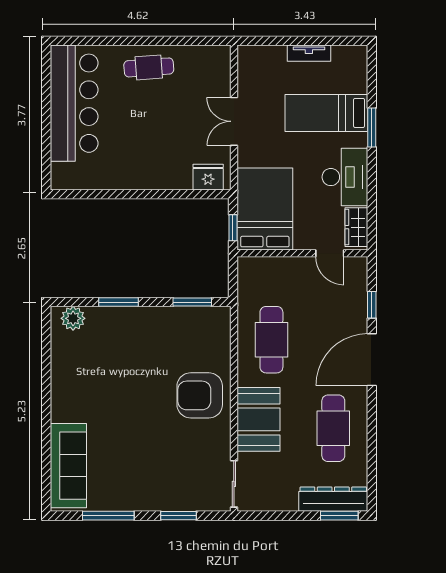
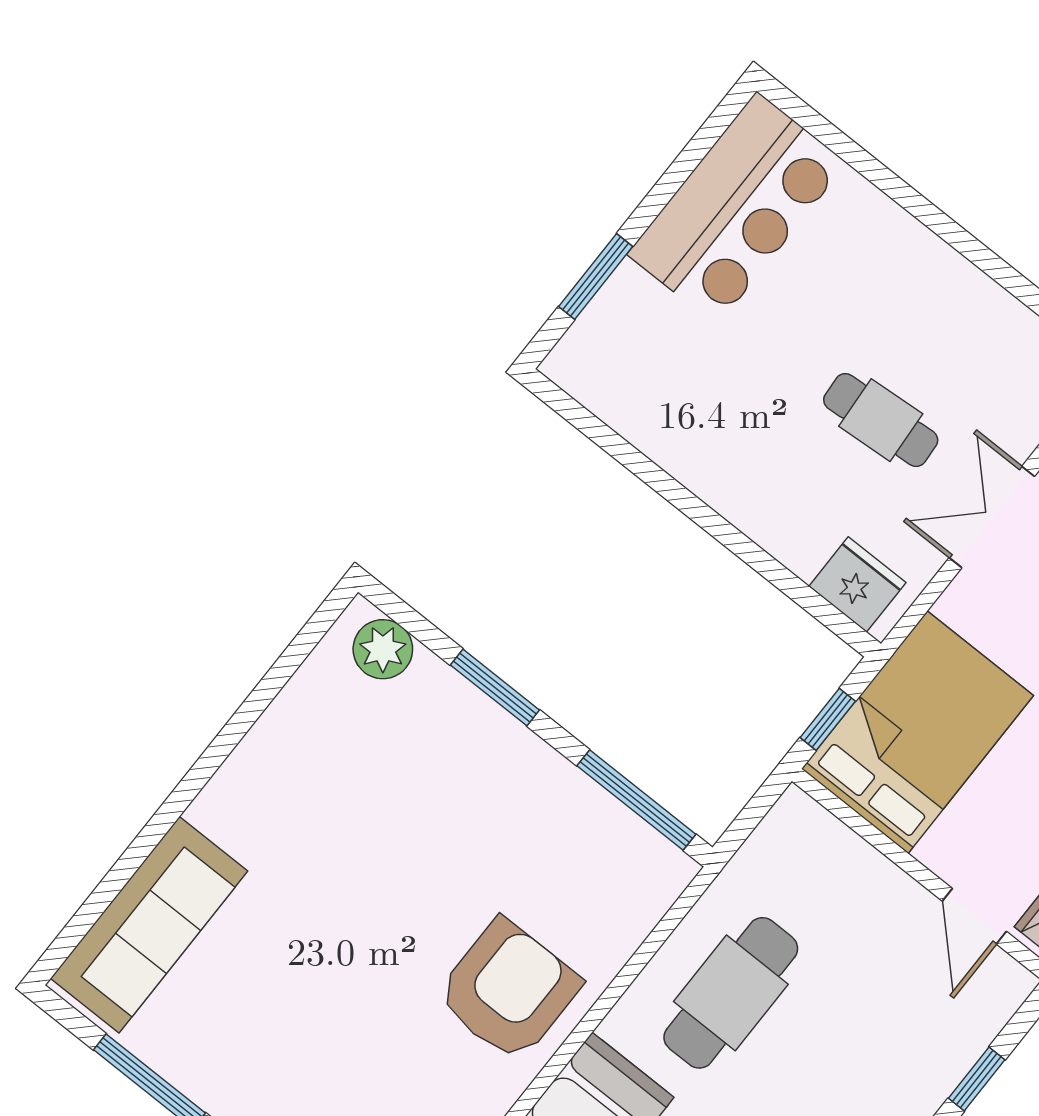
cafe table: (149, 67) -> (881, 420), moved
bar counter: (74, 103) -> (737, 209), width x0.73
window: (46, 145) -> (596, 277), added
window: (192, 302) -> (636, 800), width x1.44
armchair: (200, 395) -> (508, 990), turned 90

